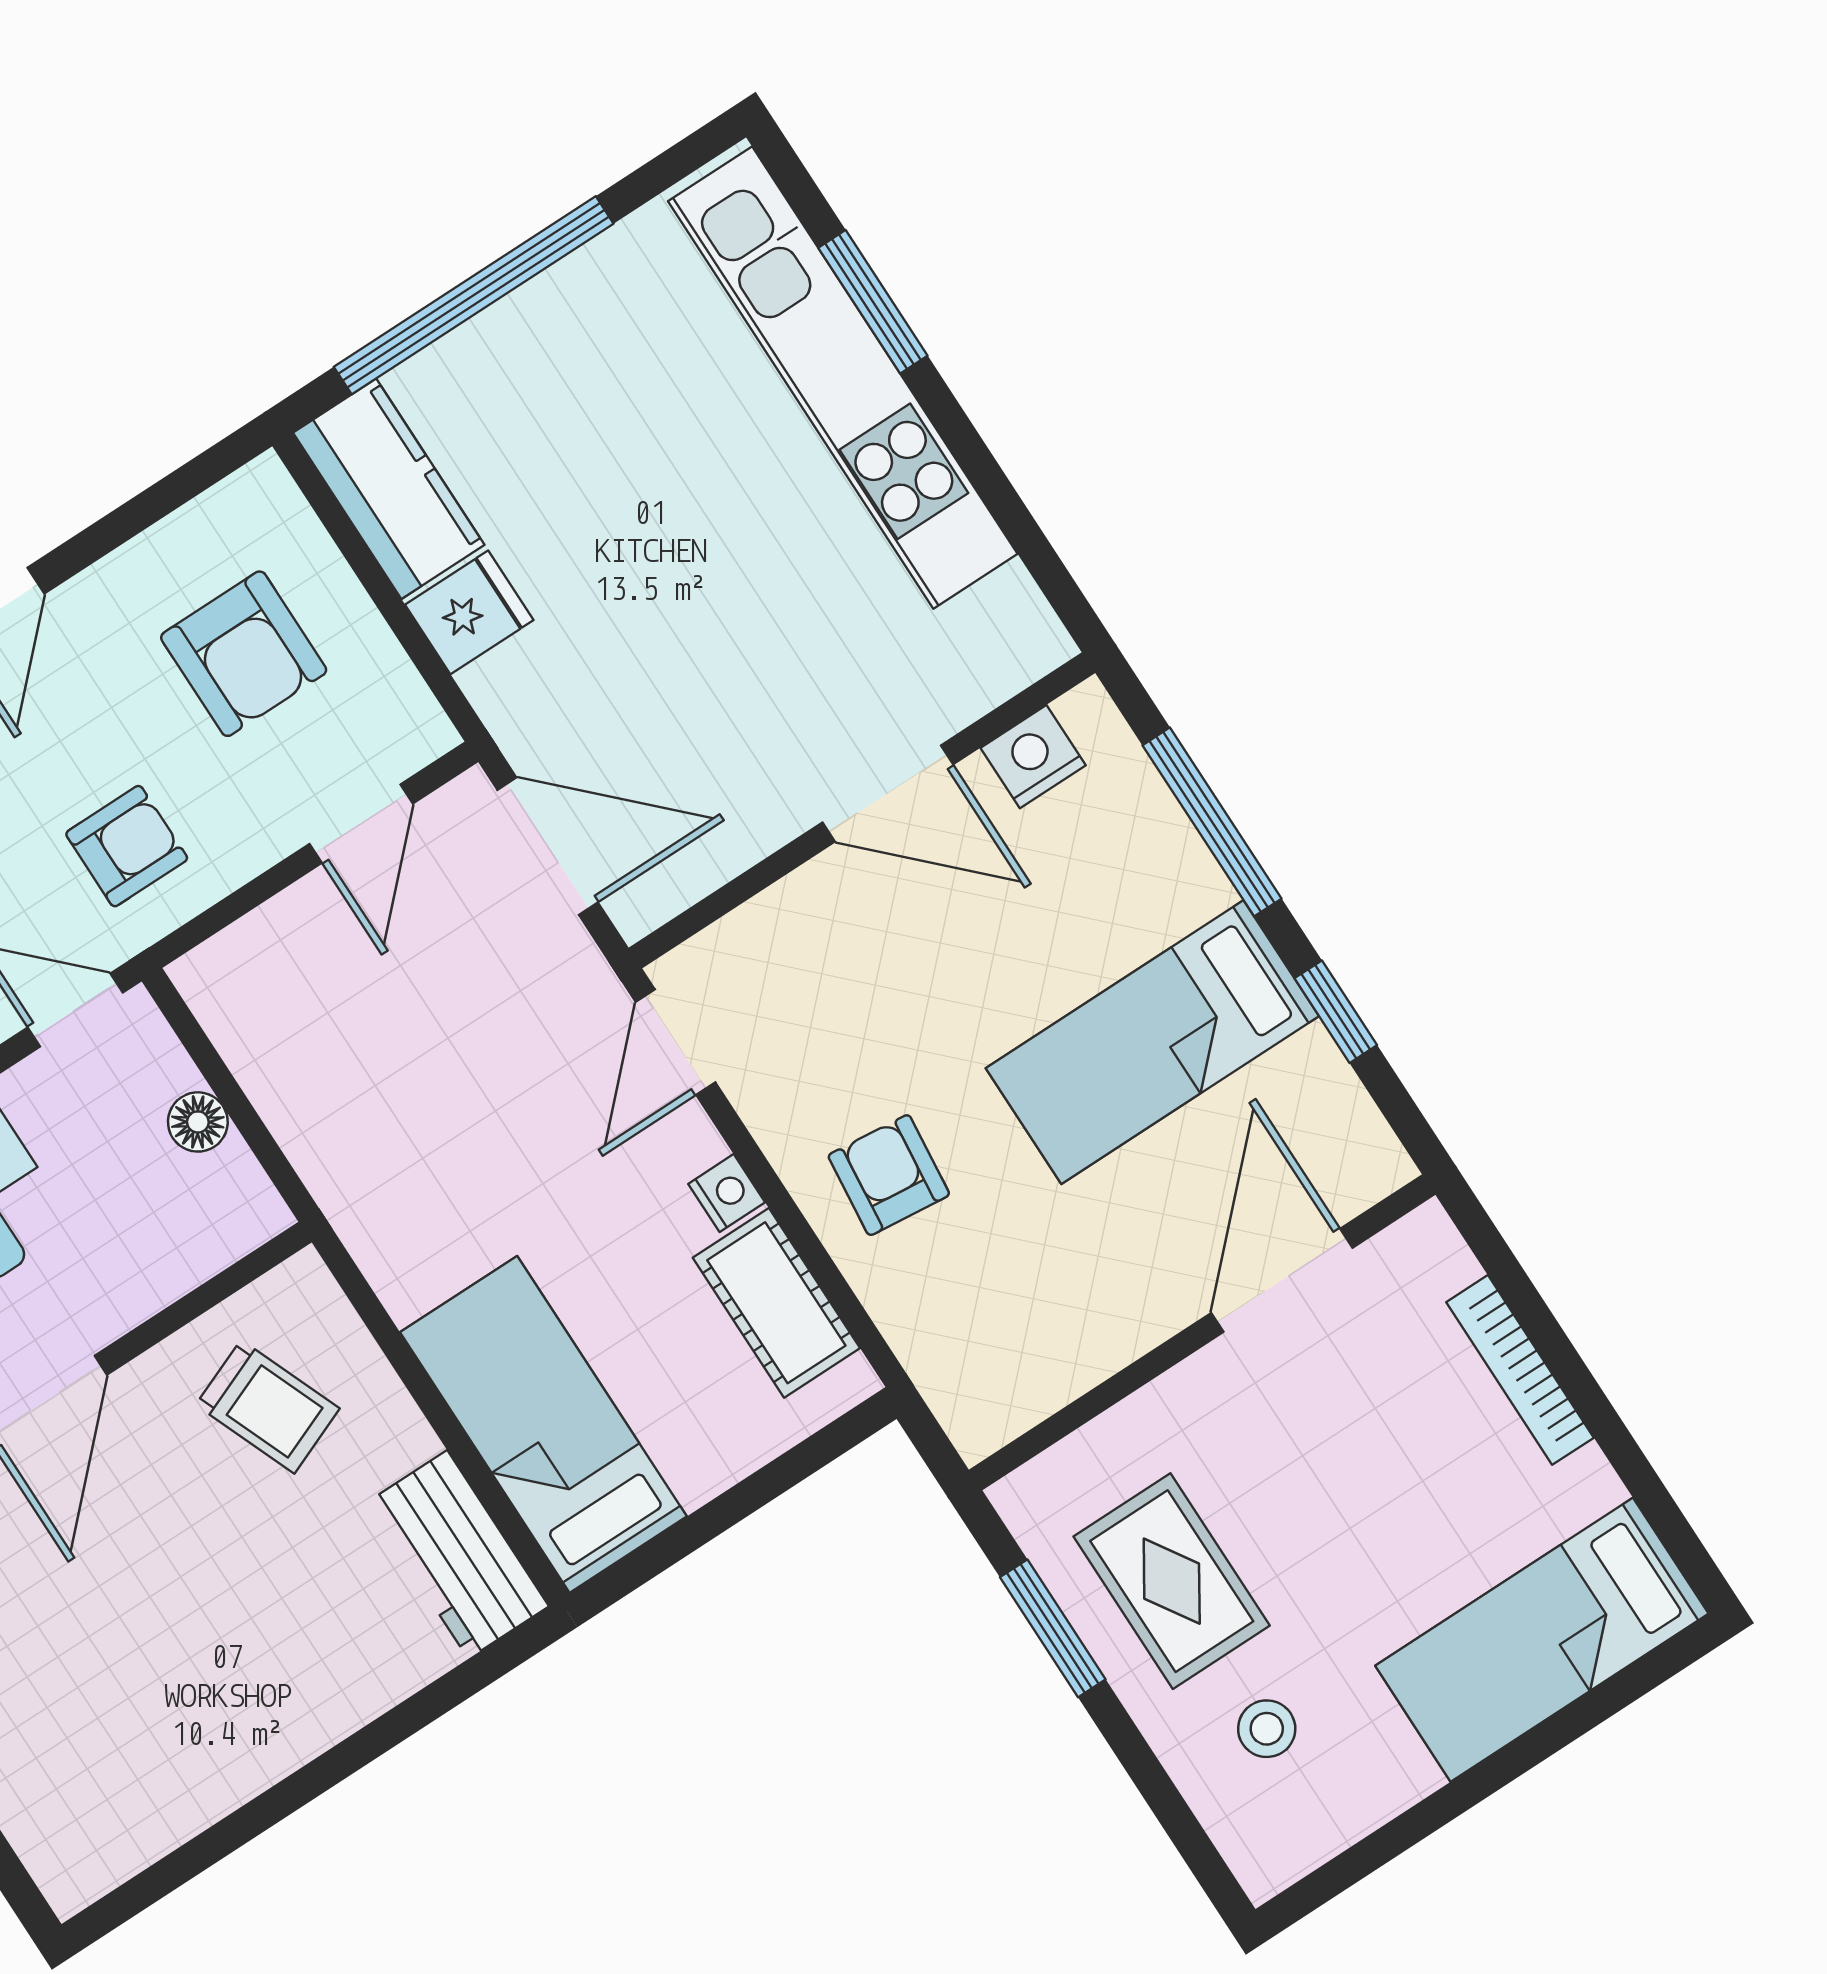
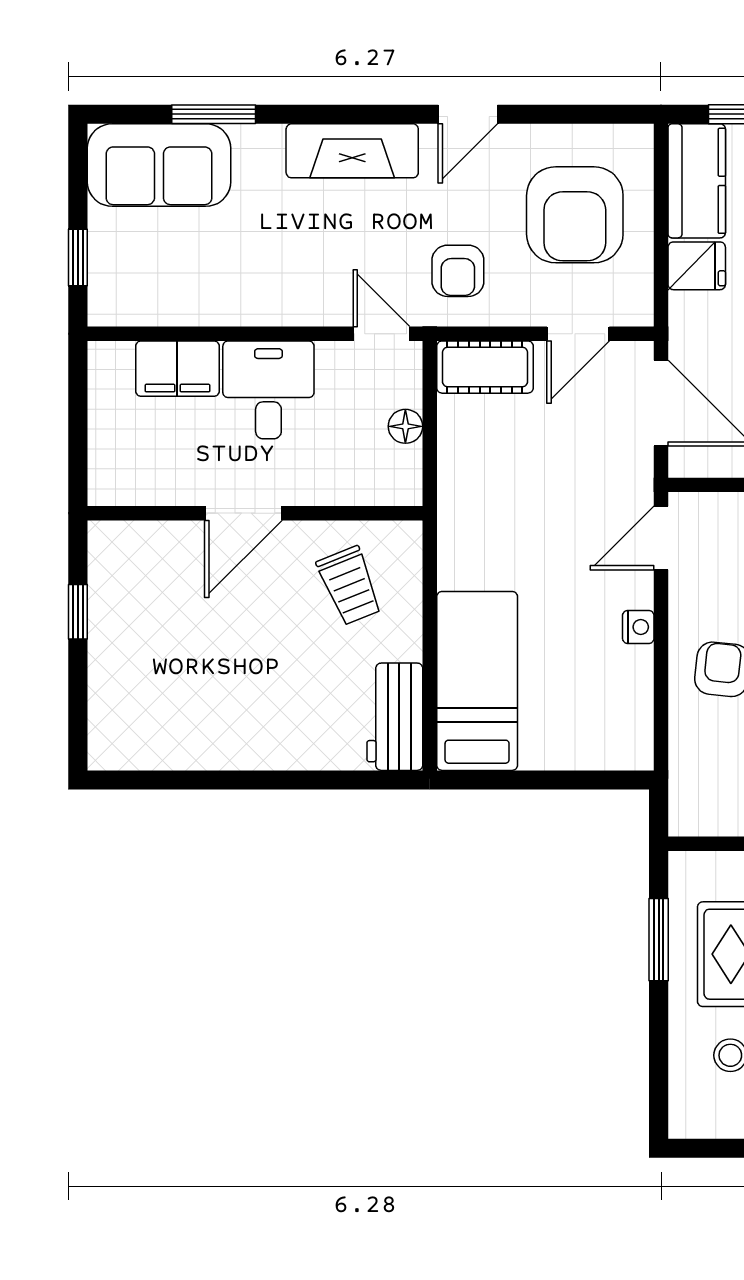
armchair: (244, 654) -> (575, 215), width x1.36, depth x1.36
armchair: (127, 846) -> (458, 271), turned 90
cot: (776, 1303) -> (485, 367), moved, turned 90

